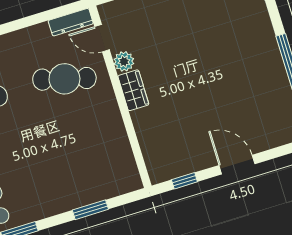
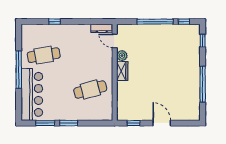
cafe table: (64, 79) -> (90, 90), moved, turned -30
window: (90, 210) -> (69, 123), moved

